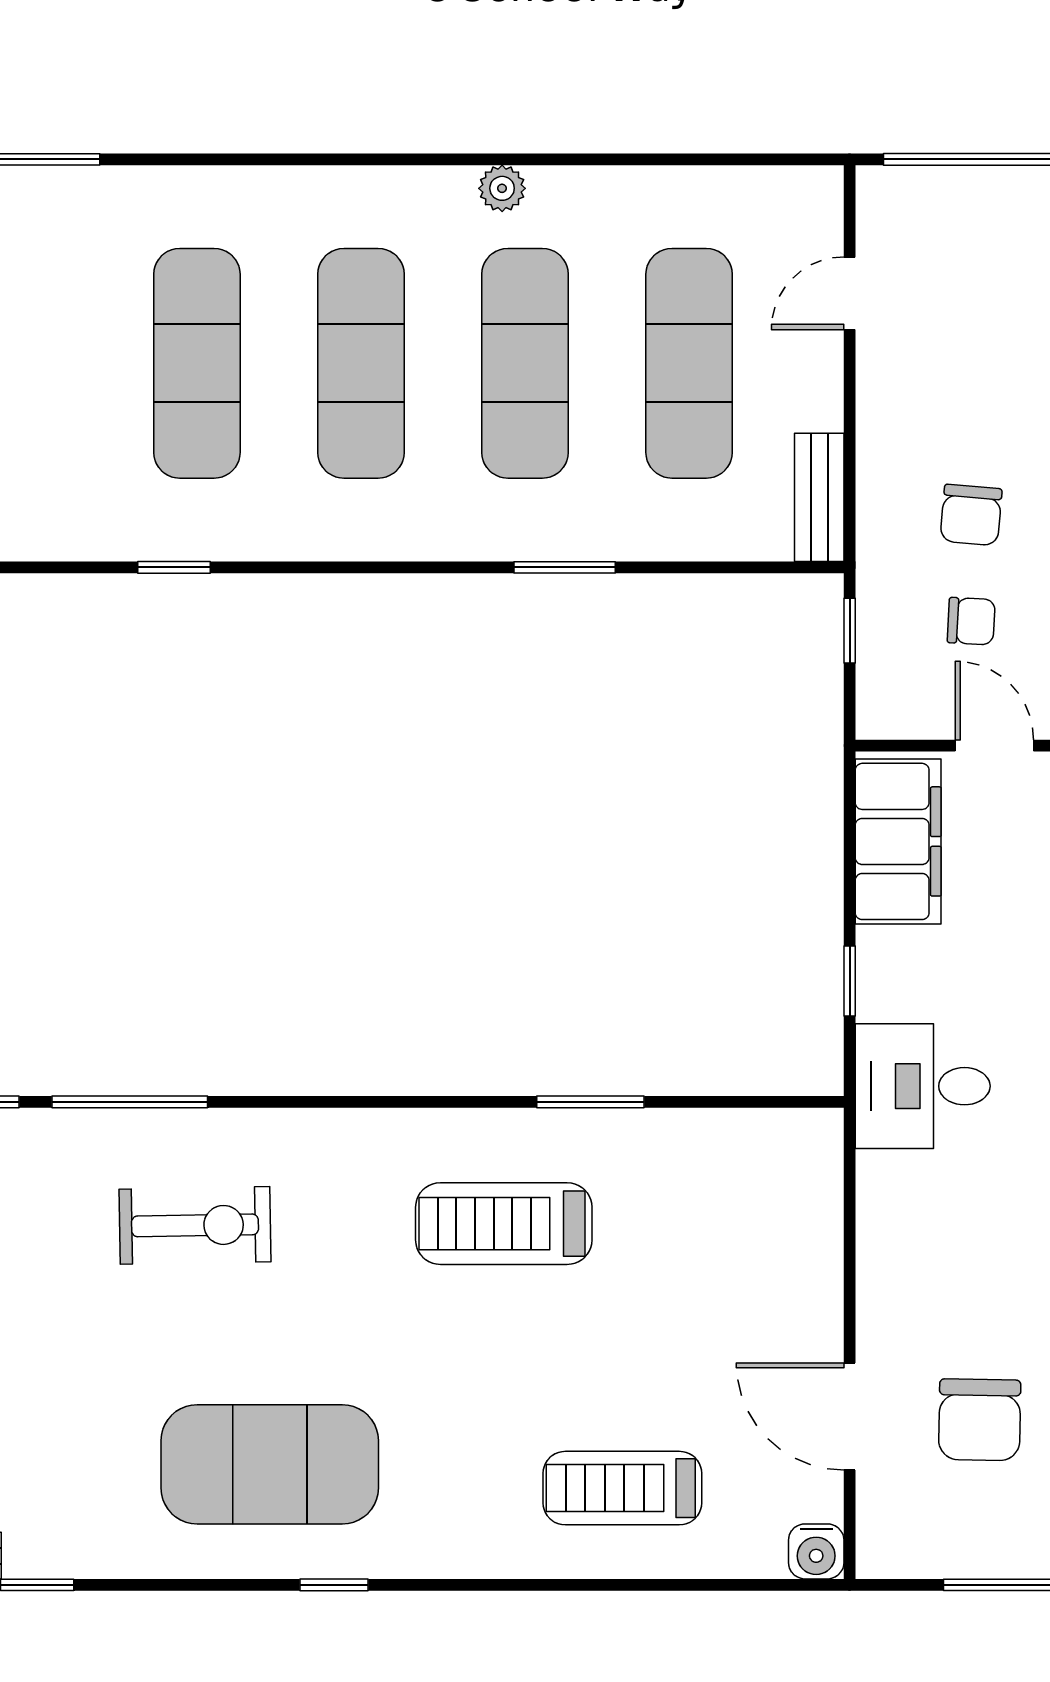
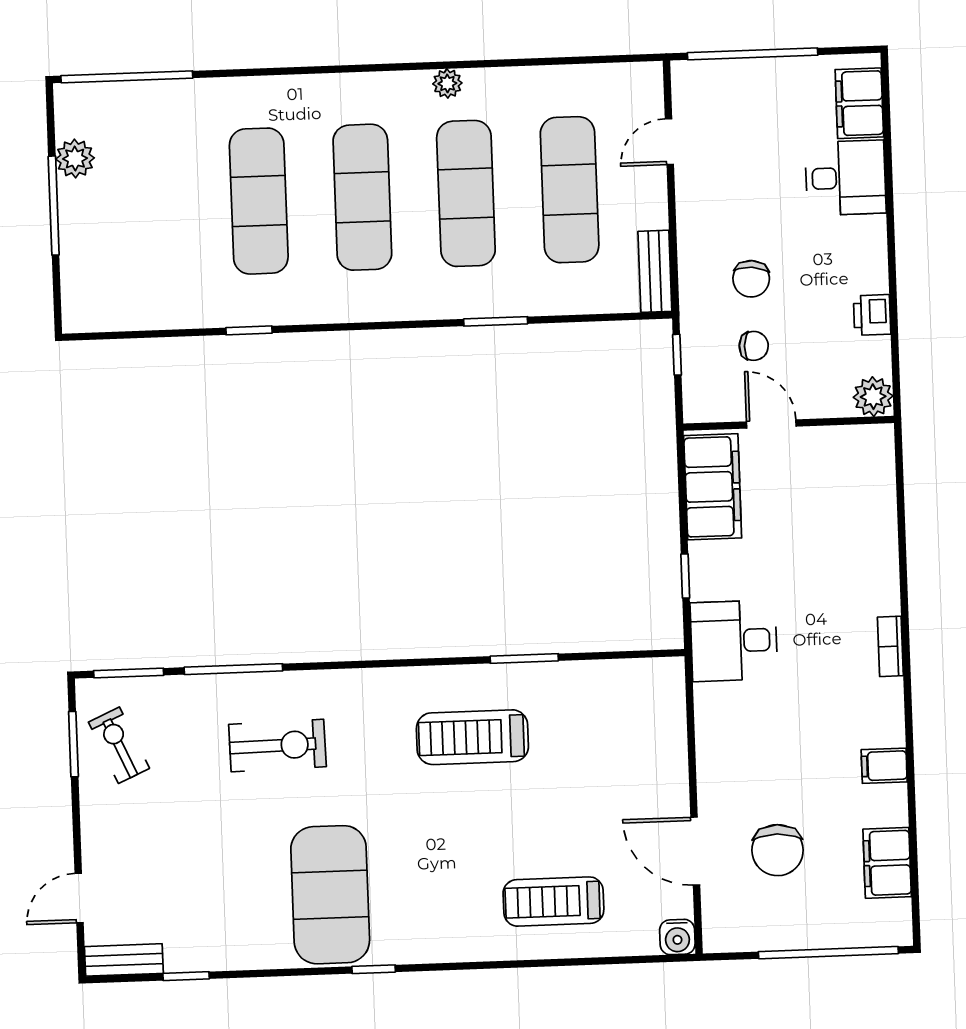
exercise mat: (270, 1464) -> (330, 895), turned 90

